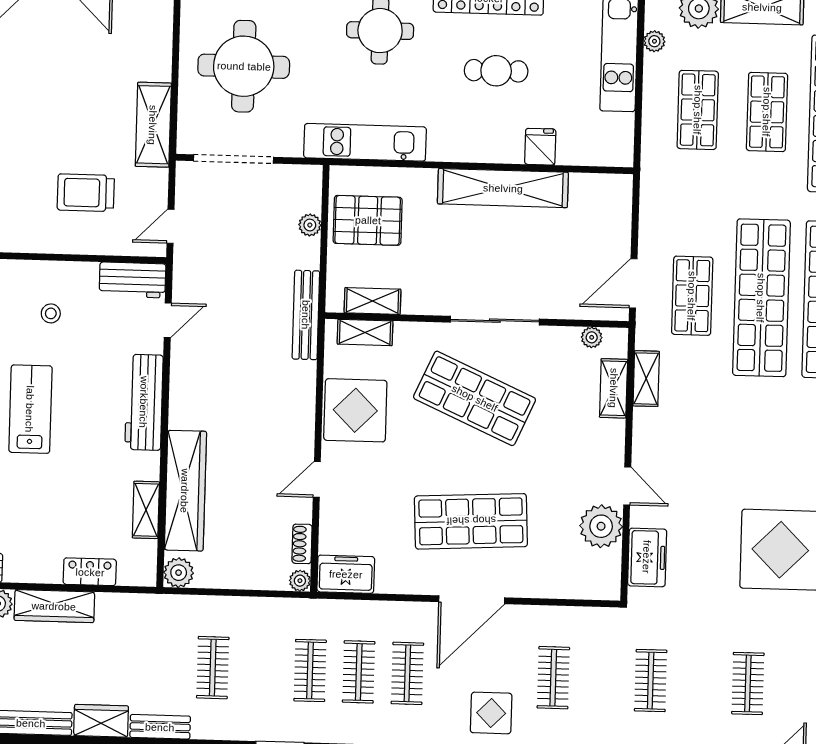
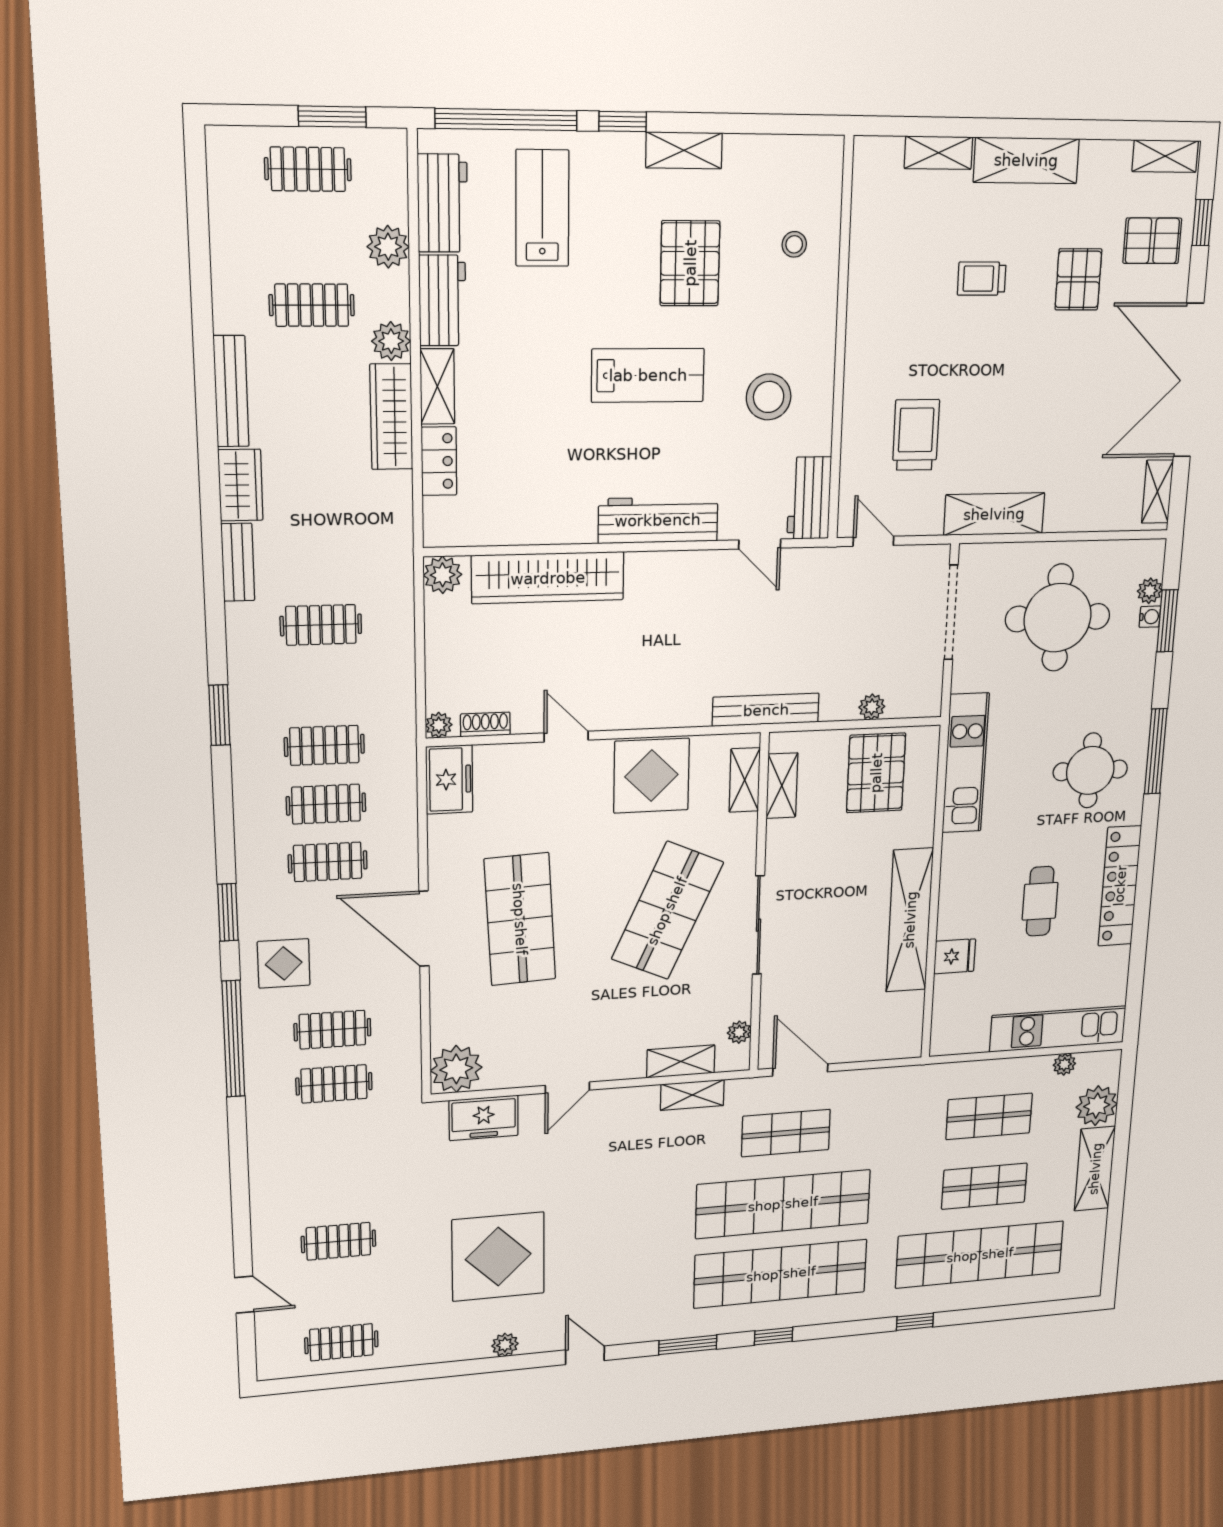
stool: (51, 313) -> (769, 397), width x1.89, depth x1.89
shelving: (146, 510) -> (437, 386), moved, turned 90
plant: (601, 526) -> (456, 1069), moved
clothes rail: (651, 681) -> (334, 1084), moved

